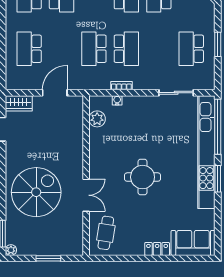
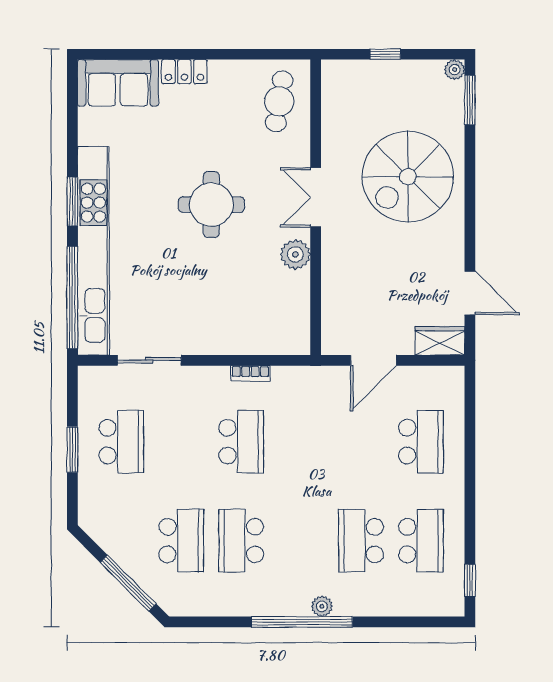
school desk: (94, 49) -> (301, 442), removed
school desk: (126, 49) -> (241, 442), turned 180
water cooler: (117, 100) -> (258, 346), removed
plant: (97, 119) -> (295, 254), moved
double door: (86, 195) -> (316, 197), moved
window: (48, 258) -> (385, 54), width x0.67

